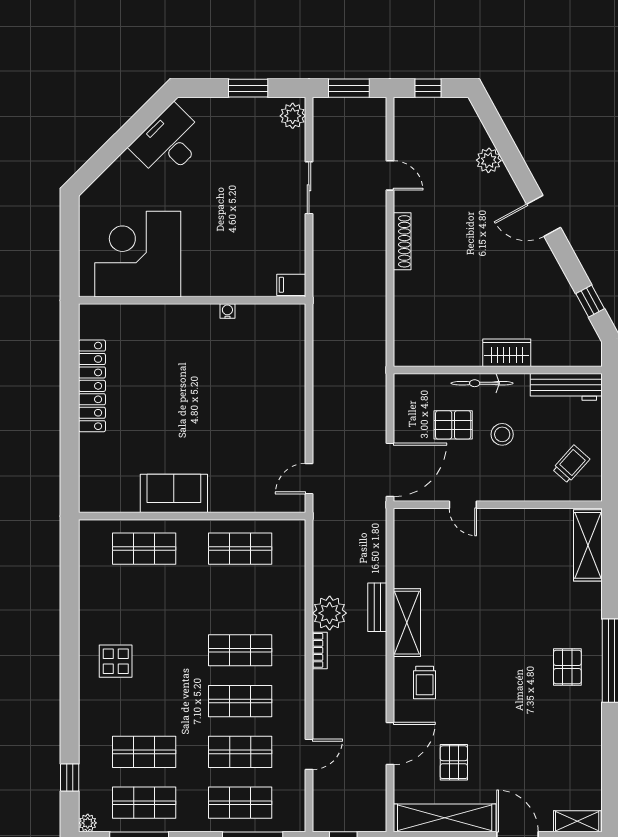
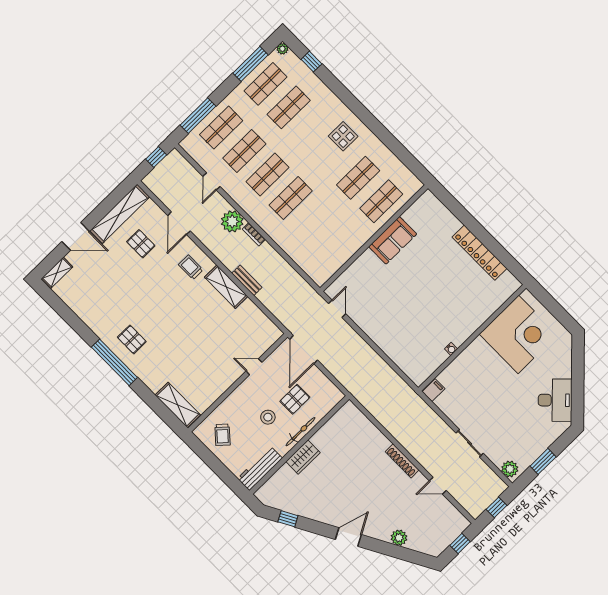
window: (349, 88) -> (497, 507), width x0.67
shop shelf: (240, 549) -> (358, 178), moved
plant: (330, 613) -> (232, 221), moved

